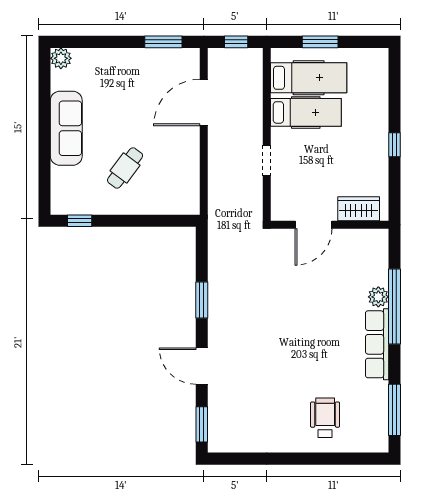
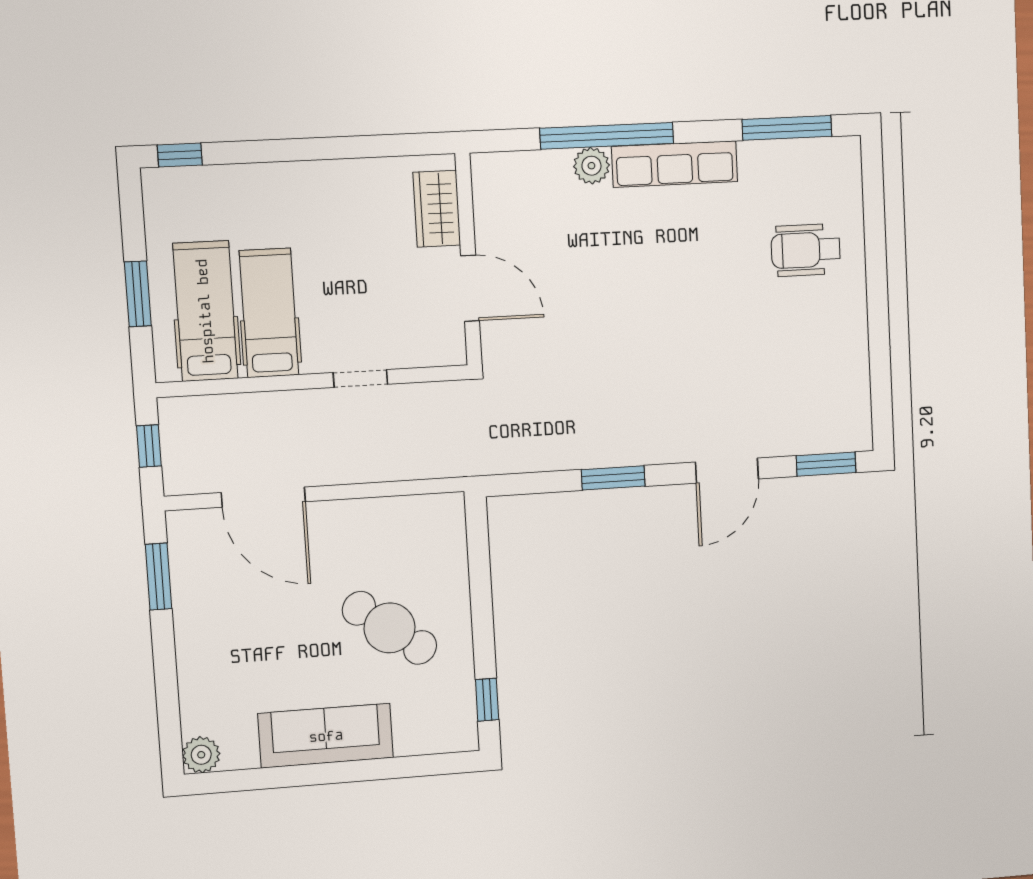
window: (394, 145) -> (180, 155), moved
cafe table: (125, 168) -> (390, 628), width x1.37, depth x1.35

